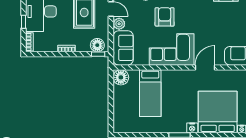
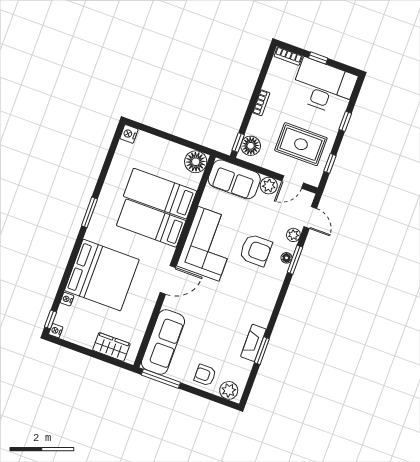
door: (205, 67) -> (168, 280), hinge flipped
bed: (172, 92) -> (151, 223), added
nightstand: (192, 128) -> (129, 134), moved

